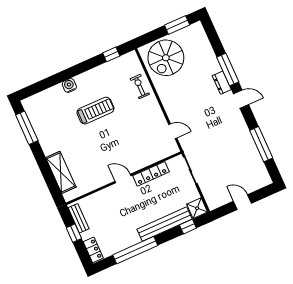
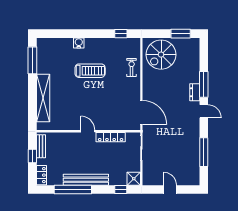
door: (173, 131) -> (141, 112), width x1.88
shelving: (61, 172) -> (43, 98), width x1.47
bench: (165, 224) -> (86, 180), moved

